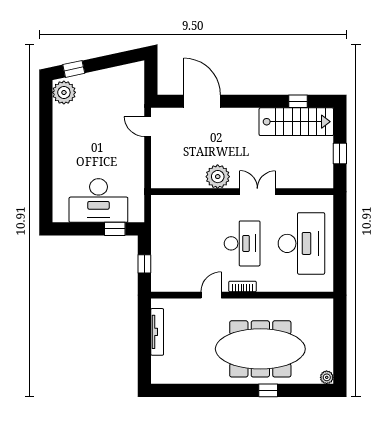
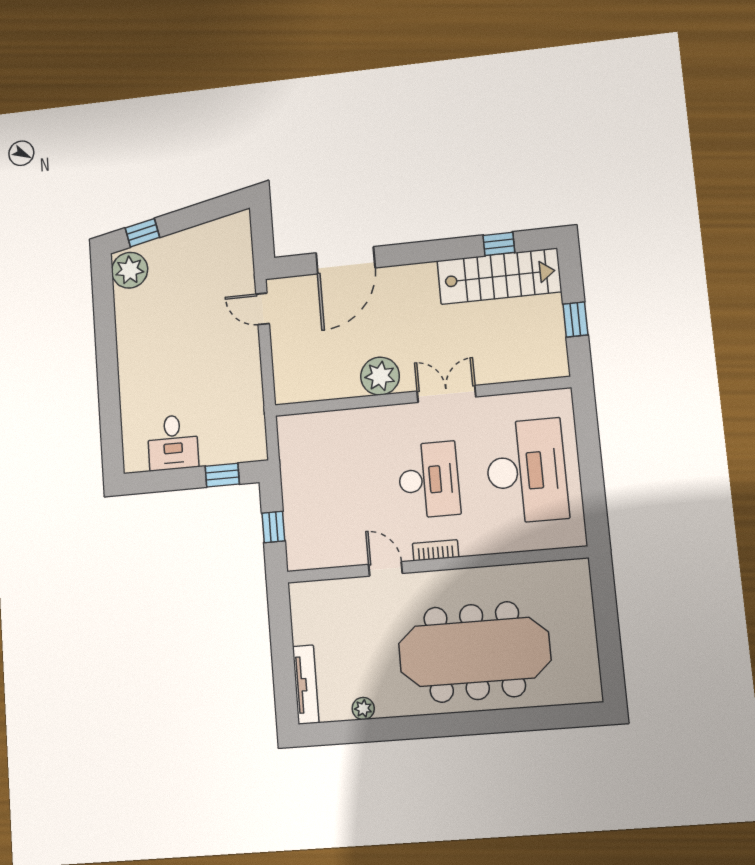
door: (202, 101) -> (346, 260), swing flipped
desk: (98, 201) -> (173, 442), width x0.53, depth x0.77
door: (211, 295) -> (385, 569), hinge flipped
tv unit: (157, 332) -> (306, 685), moved
plant: (327, 377) -> (363, 709), moved
window: (268, 390) -> (494, 721), removed

